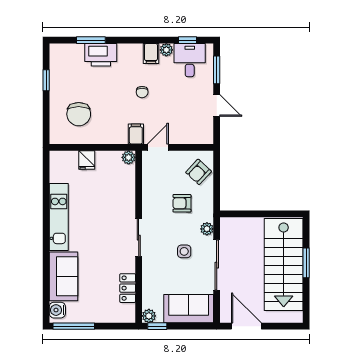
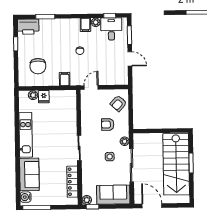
printer: (101, 55) -> (28, 27), moved
filing cabinet: (136, 134) -> (65, 79), moved
plant: (129, 157) -> (33, 95), moved
locker: (128, 288) -> (72, 182), width x1.53

